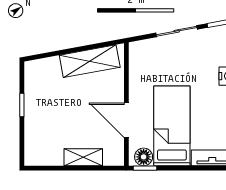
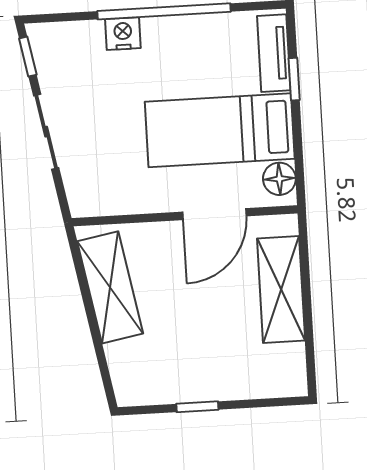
shelving: (83, 157) -> (281, 289), width x1.50, depth x1.33
window: (145, 168) -> (294, 79), moved

